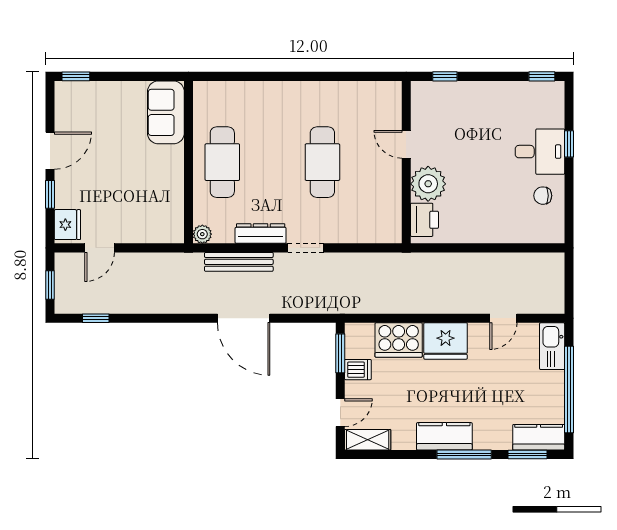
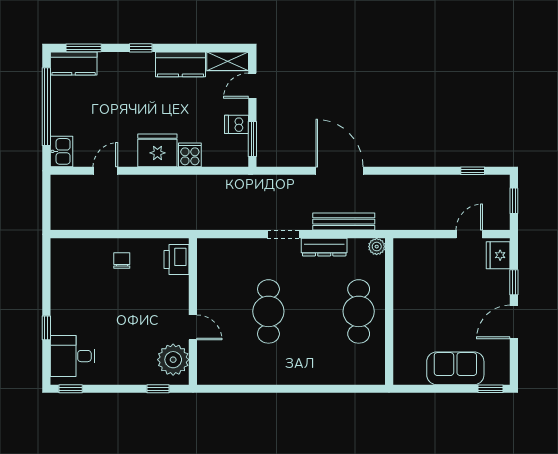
sofa: (166, 112) -> (455, 368), moved, turned -90
desk: (540, 152) -> (72, 356), moved
plant: (428, 184) -> (173, 360), moved
chair: (543, 196) -> (122, 261), moved, turned -90
cooker: (399, 340) -> (190, 155), width x0.53, depth x0.76
kitchen sink: (552, 346) -> (61, 151), width x0.73
kitchen counter: (444, 436) -> (180, 64), moved
window: (464, 455) -> (141, 48), width x0.46

